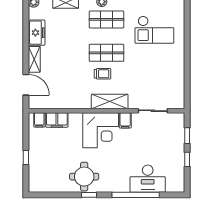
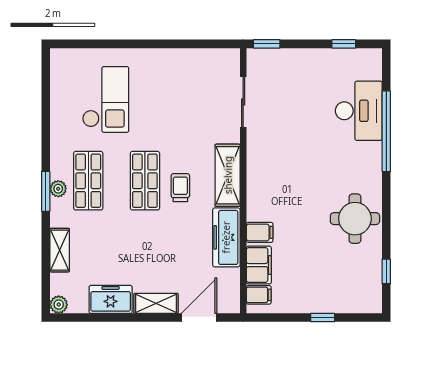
freezer: (73, 101) -> (226, 237), added
filing cabinet: (125, 120) -> (260, 232), moved
corner desk: (101, 130) -> (276, 191), removed
window: (187, 136) -> (267, 44), moved
window: (187, 159) -> (344, 44), moved
window: (89, 195) -> (386, 271), moved

